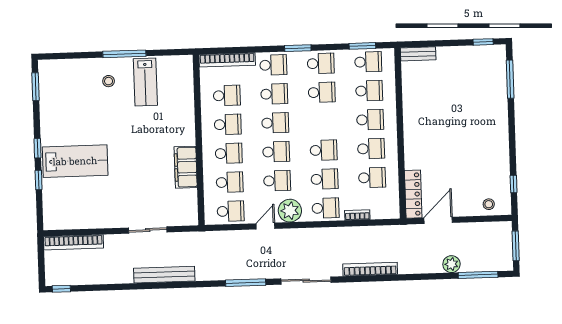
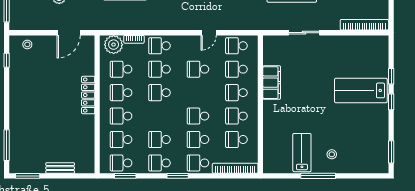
window: (483, 42) -> (28, 176), width x1.50
bench: (418, 54) -> (60, 168), moved
school desk: (276, 152) -> (198, 93), removed
locker: (413, 194) -> (88, 95), moved
plant: (290, 211) -> (114, 45), moved

